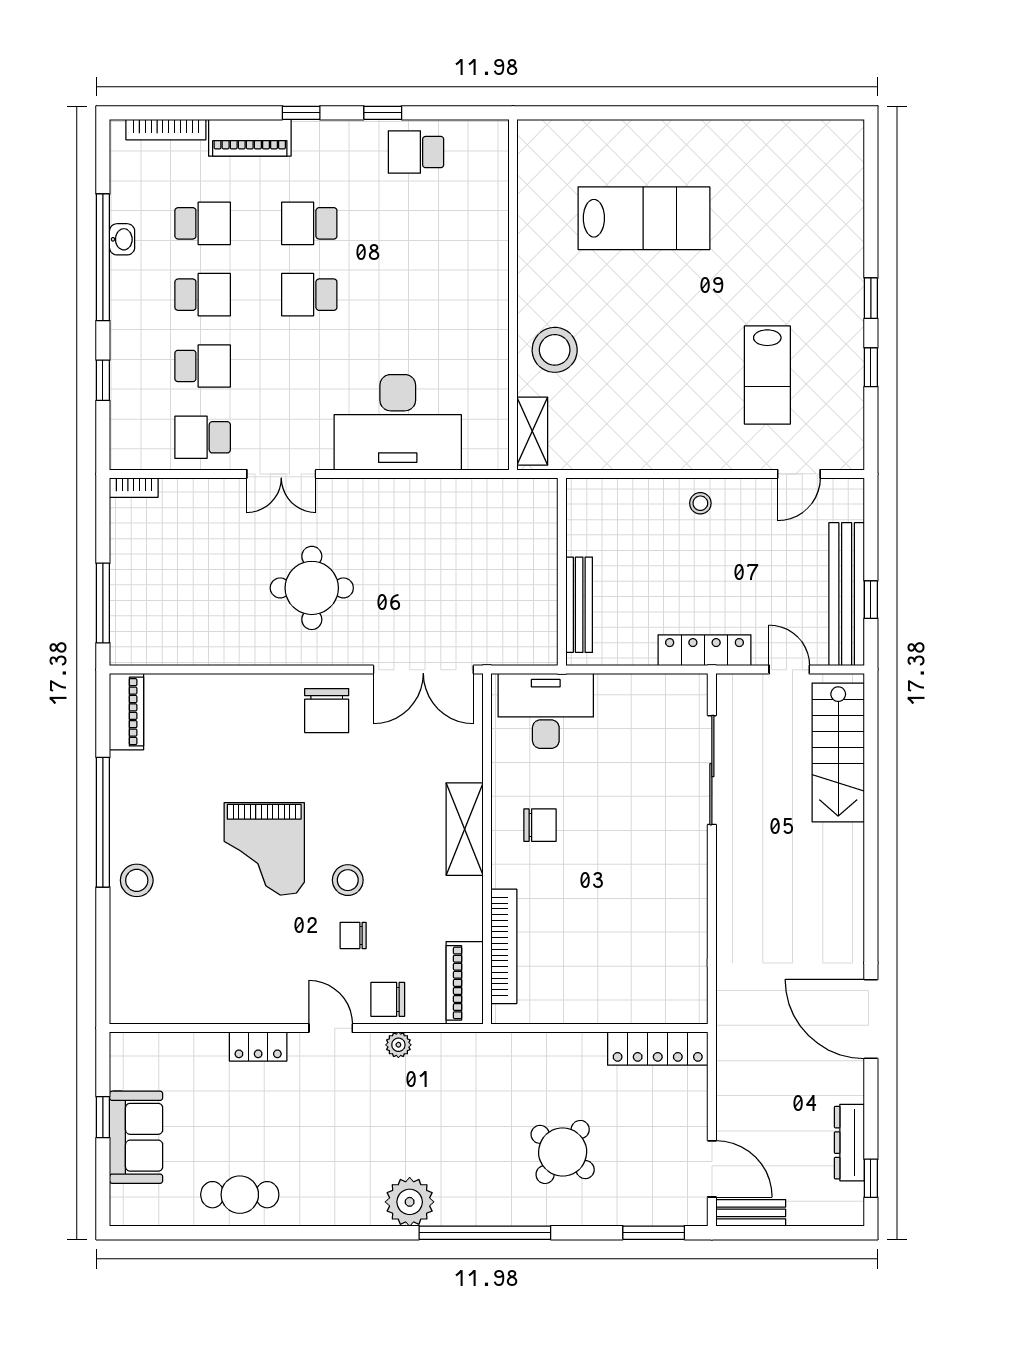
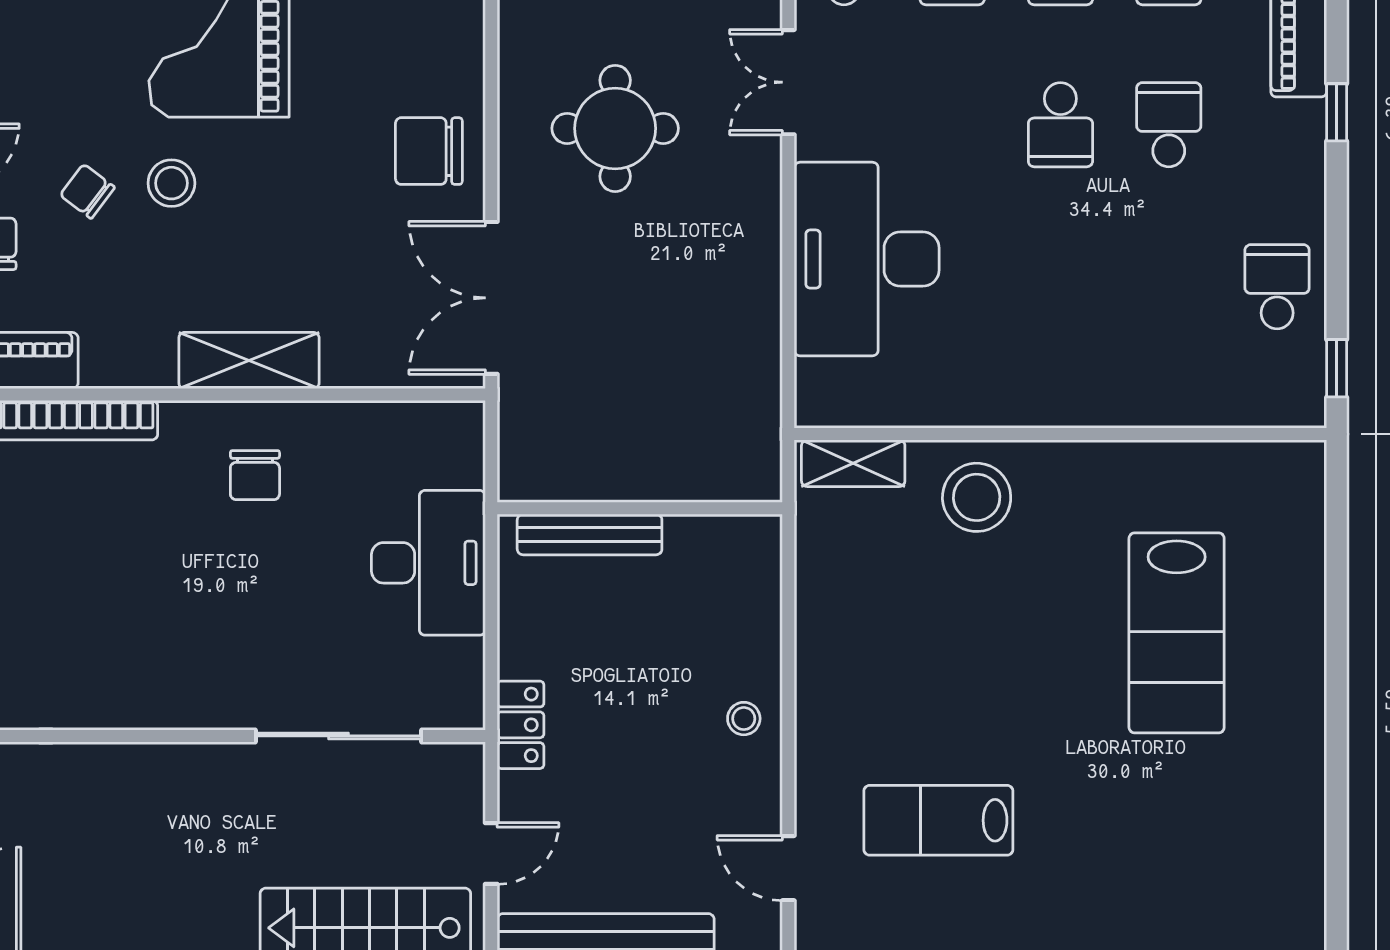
window: (383, 113) -> (1337, 368), moved
school desk: (309, 295) -> (1060, 125), turned 180
locker: (704, 650) -> (521, 725), width x0.66
desk: (546, 711) -> (428, 563), moved
chair: (353, 936) -> (87, 191), turned -53

